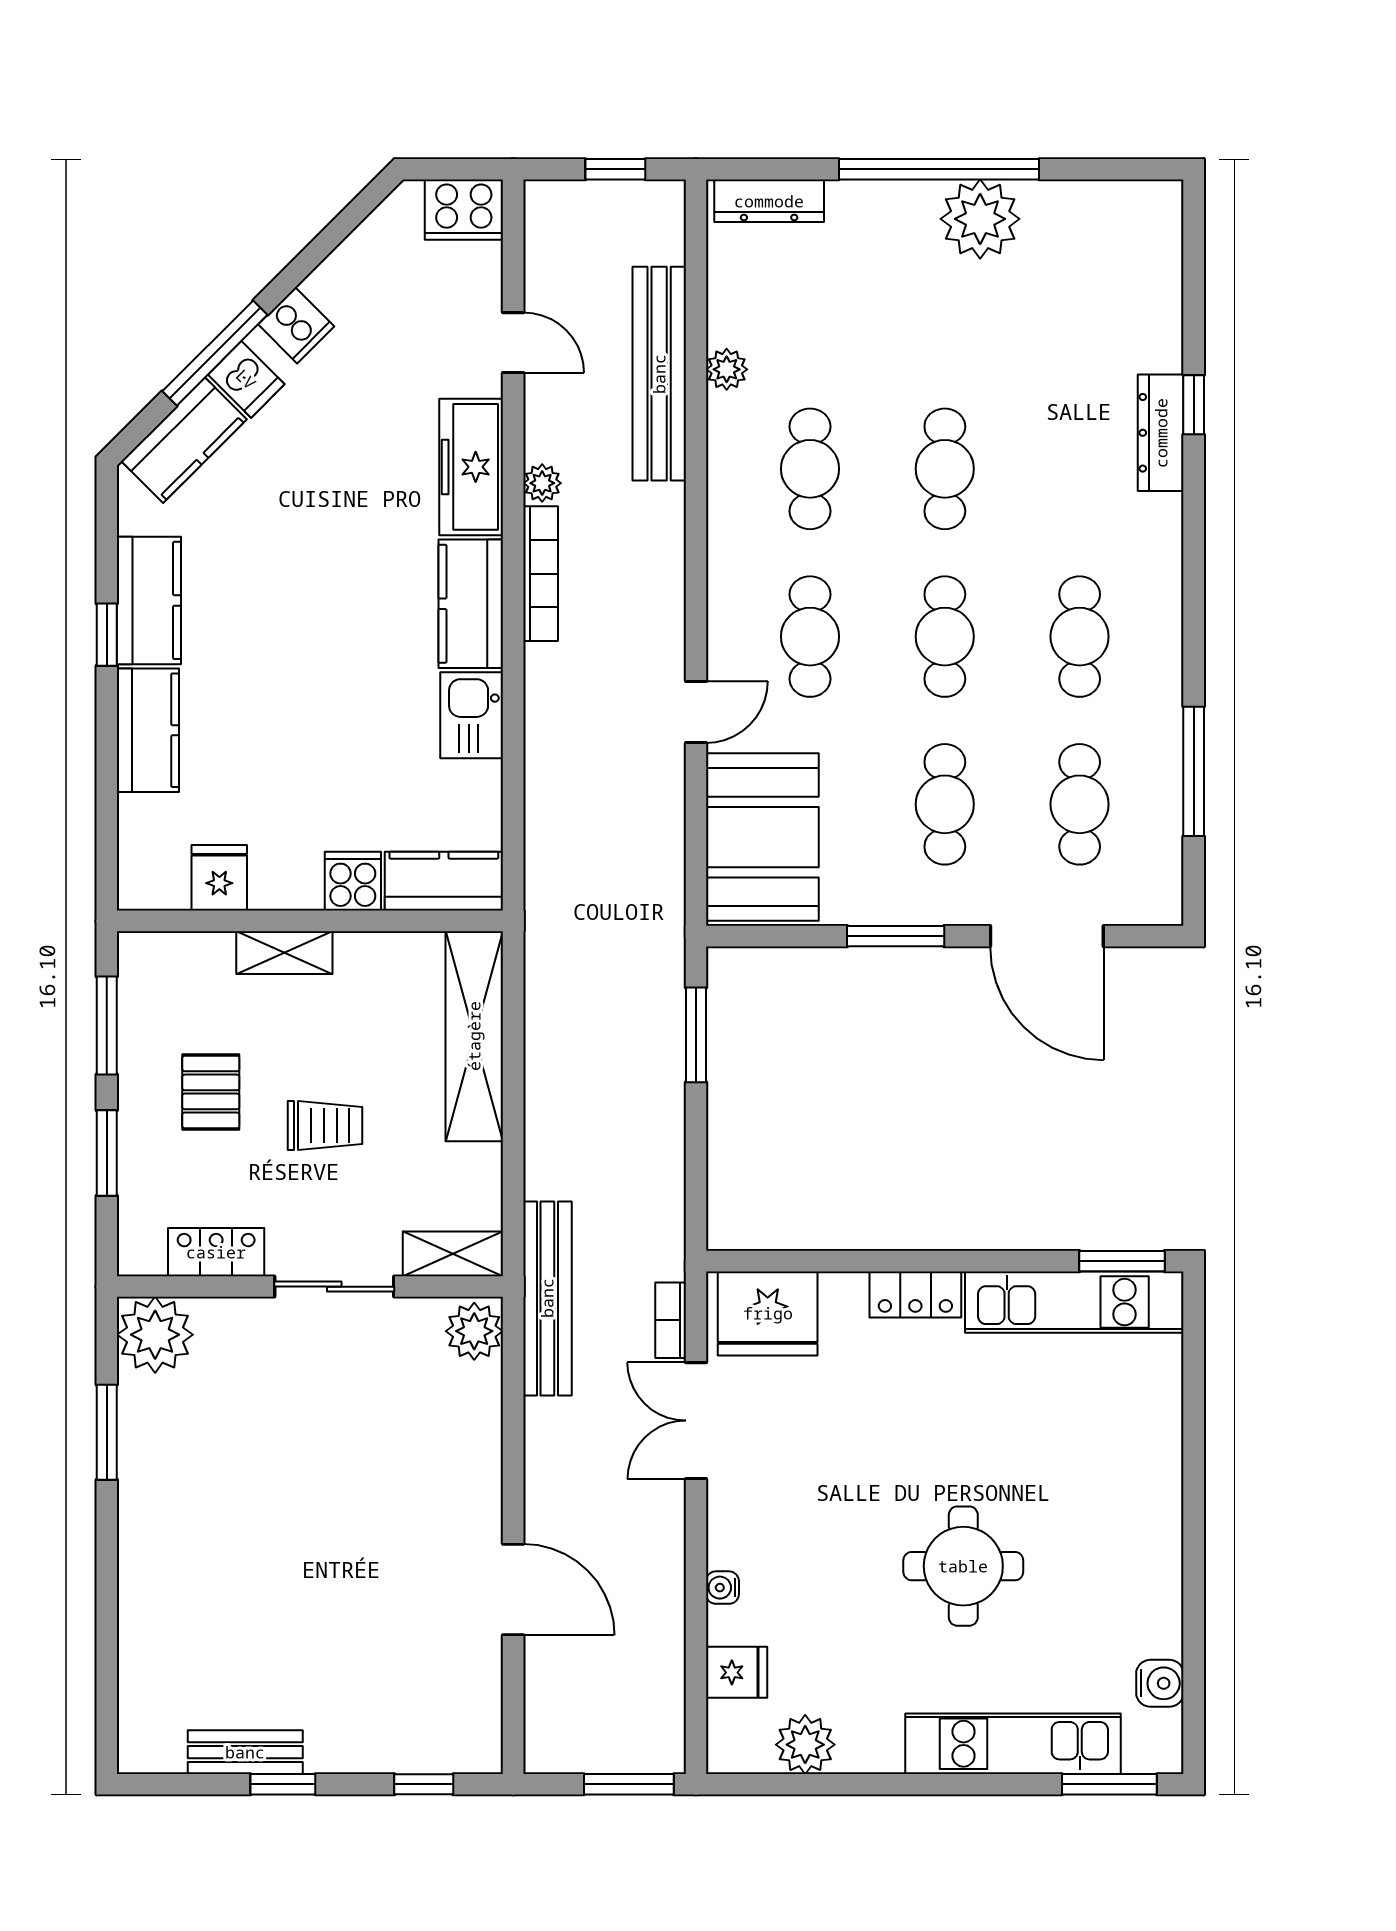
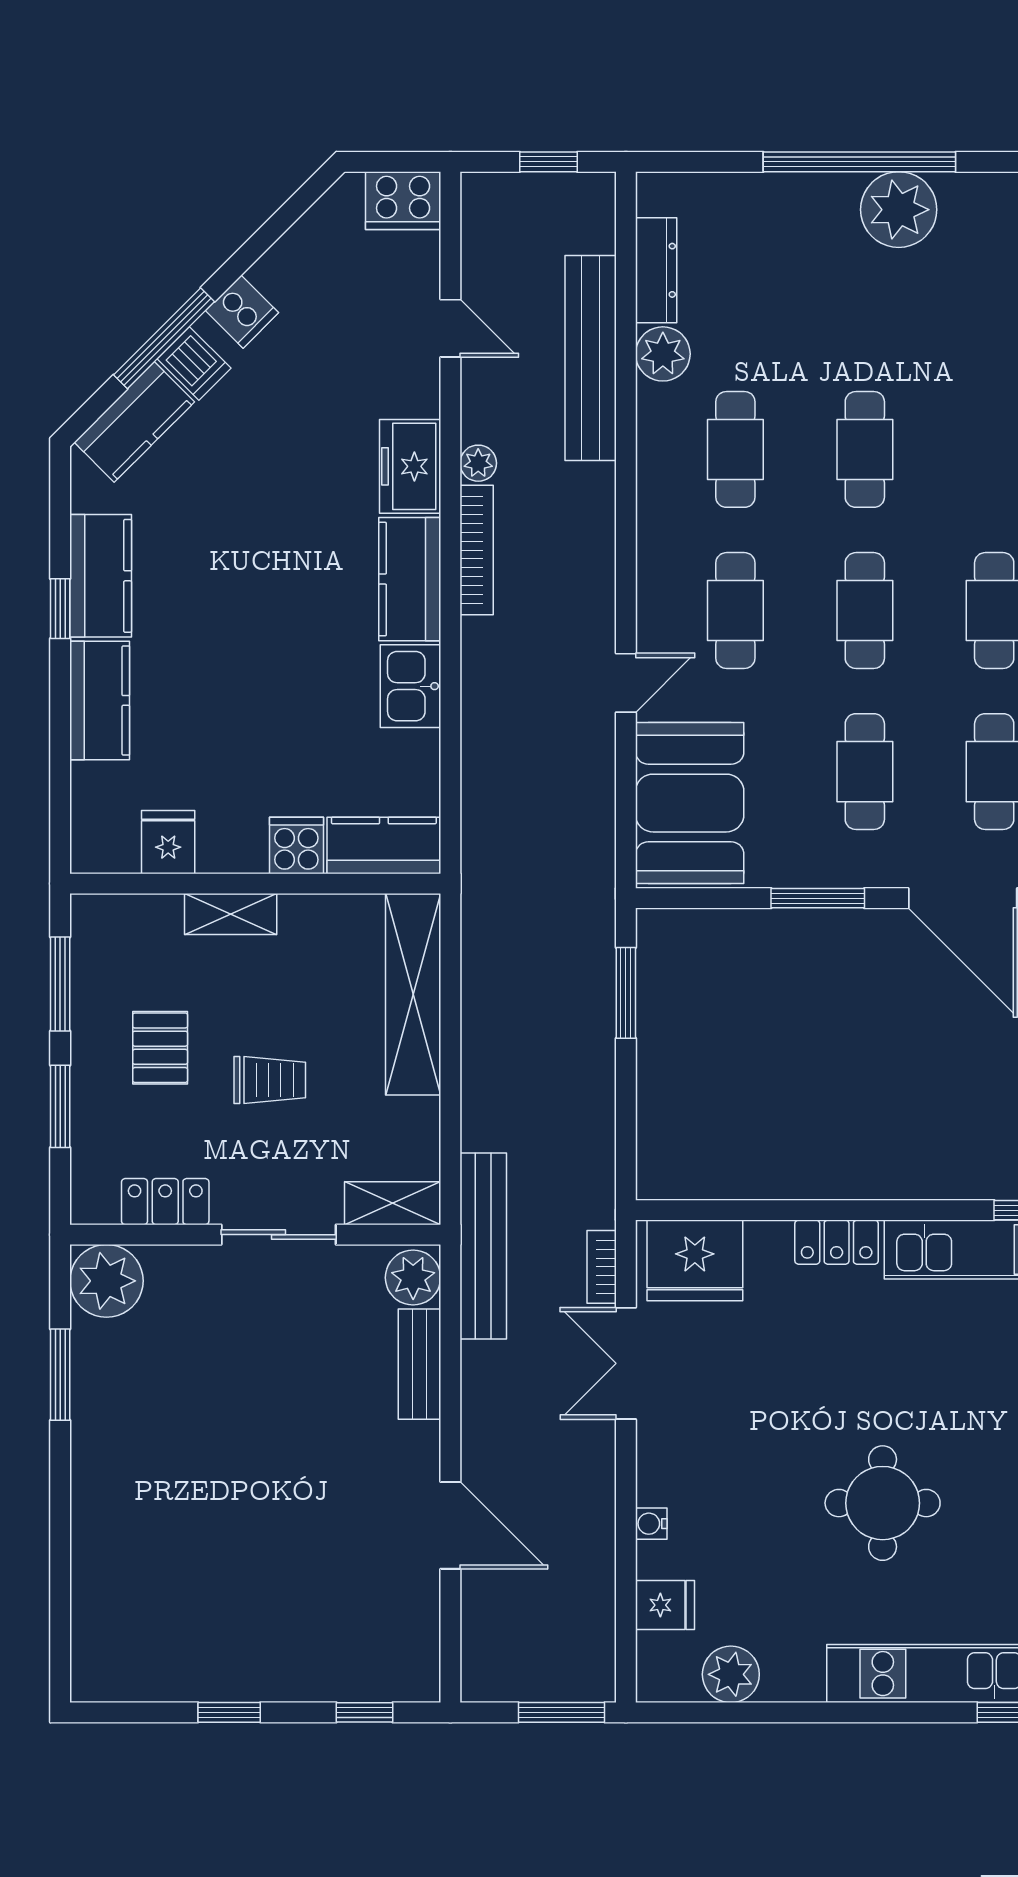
dresser: (769, 201) -> (656, 270), moved, turned -90
plant: (727, 369) -> (663, 354), width x1.38, depth x1.38
freezer: (471, 467) -> (410, 466), width x0.71
bench: (245, 1752) -> (420, 1364), moved, turned 90

